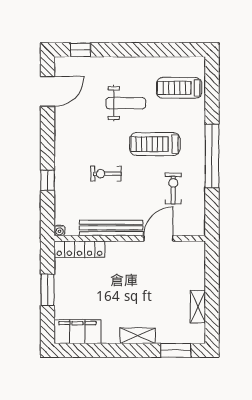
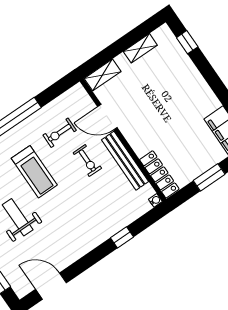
exercise bike: (106, 174) -> (87, 160), moved
shelving: (138, 336) -> (103, 75), moved, turned 90
window: (176, 350) -> (187, 42), width x0.67

